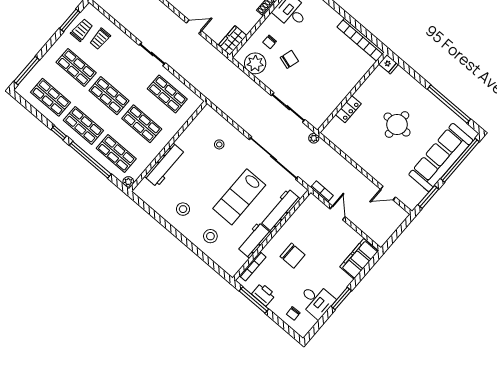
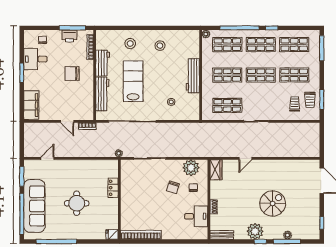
workbench: (165, 165) -> (193, 76), moved

